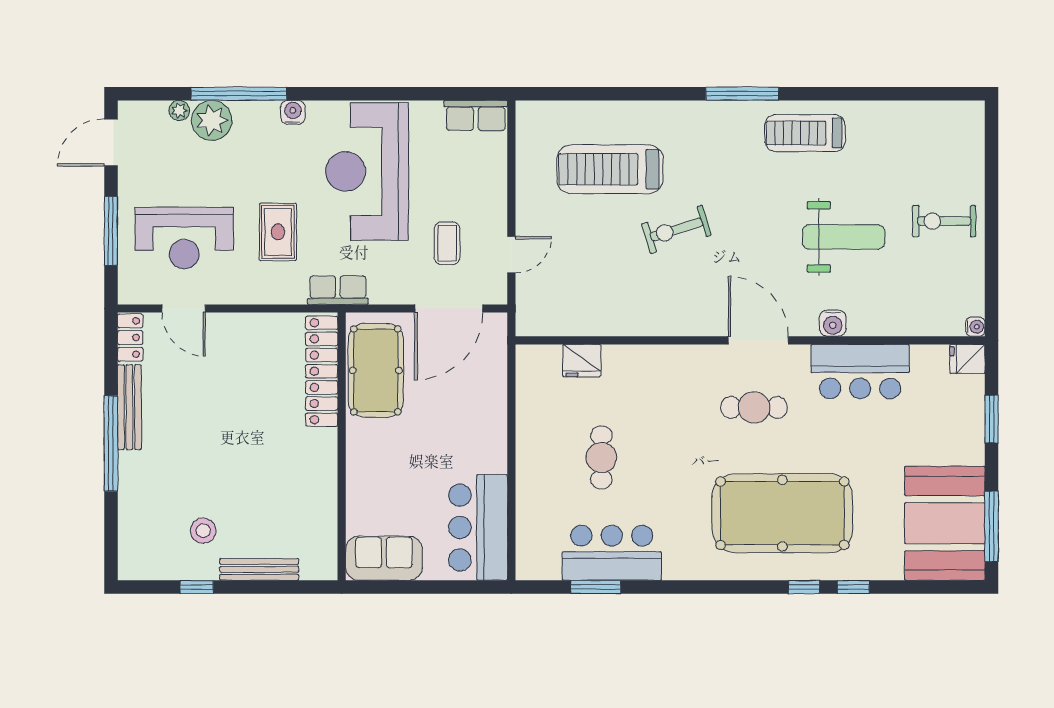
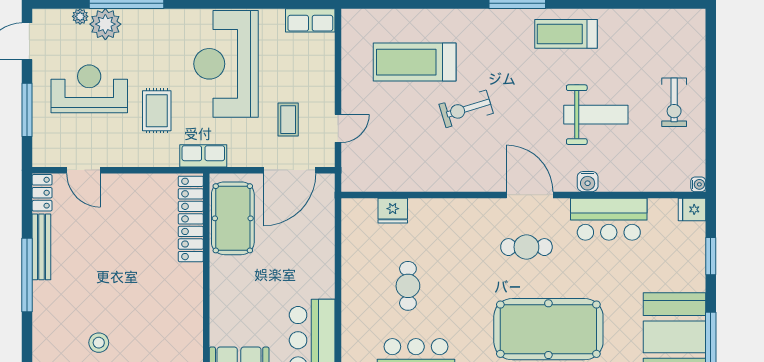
water cooler: (293, 112) -> (168, 18), removed
exercise bike: (944, 221) -> (674, 102), turned -90
reception desk: (184, 238) -> (89, 89), moved, turned 180

